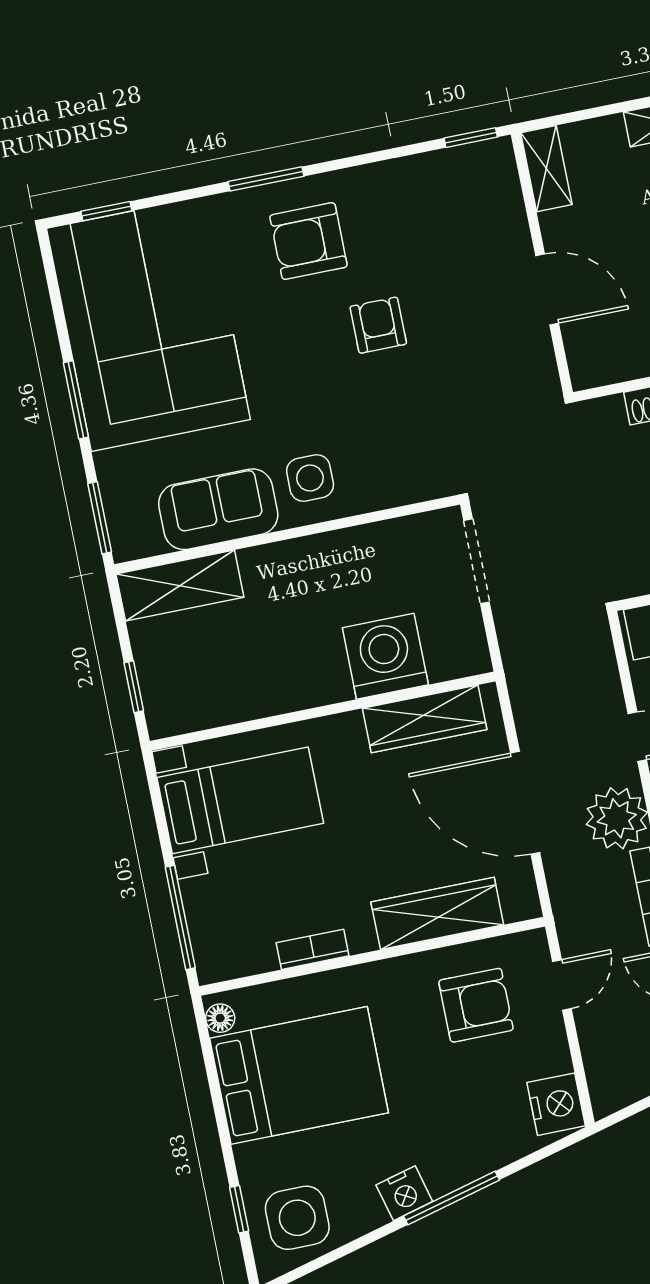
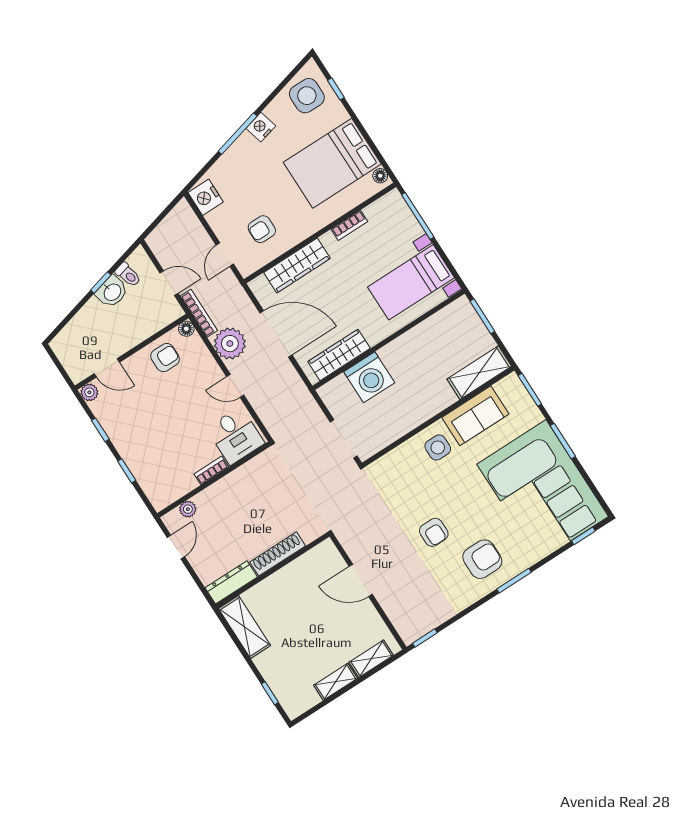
shelving: (546, 169) -> (371, 659), moved, turned 90
window: (134, 687) -> (482, 316), width x1.50
armchair: (476, 1005) -> (262, 229), width x0.72, depth x0.72

